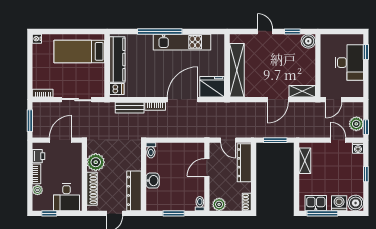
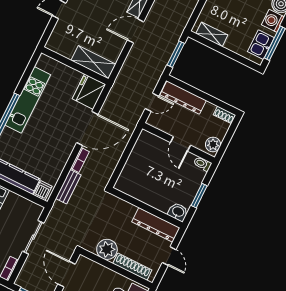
shelving: (237, 70) -> (93, 62), width x0.68
door: (183, 100) -> (87, 128), swing flipped
door: (278, 100) -> (136, 31), swing flipped
toilet: (151, 150) -> (123, 187), removed
door: (207, 167) -> (180, 144), moved
washbasin: (153, 181) -> (178, 212), moved

